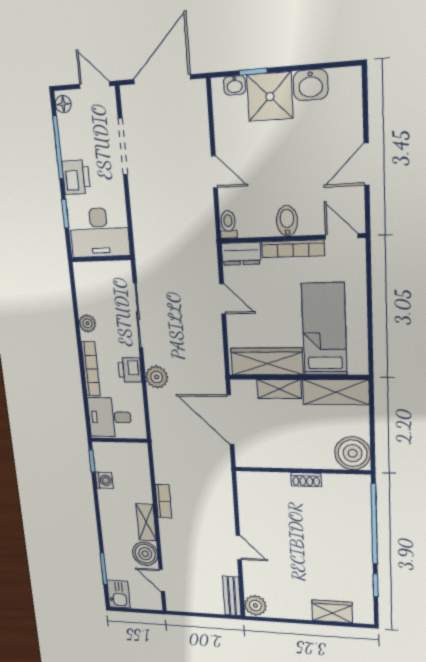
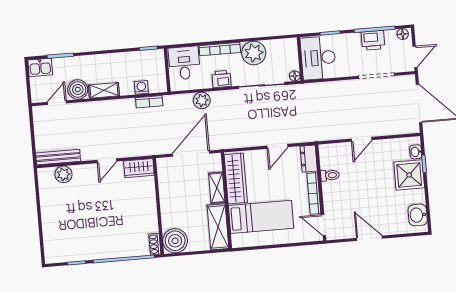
washbasin: (311, 85) -> (418, 215), moved
printer: (76, 177) -> (373, 40), moved
bidet: (287, 221) -> (332, 189), removed
toilet: (228, 225) -> (330, 175), moved
door: (342, 236) -> (323, 225), swing flipped
floor lamp: (124, 268) -> (295, 76), added
plant: (87, 323) -> (254, 53), width x1.88, depth x1.88
plant: (157, 377) -> (202, 100), moved
washing machine: (104, 480) -> (141, 87), moved, turned 180
shoe rack: (306, 480) -> (155, 244), moved
bookcase: (163, 501) -> (149, 102), moved
door: (239, 547) -> (107, 161), moved
bench: (232, 596) -> (58, 157), width x1.36
plant: (255, 605) -> (64, 174), moved
wardrobe: (332, 611) -> (139, 168), moved, turned 90

